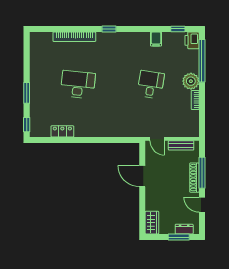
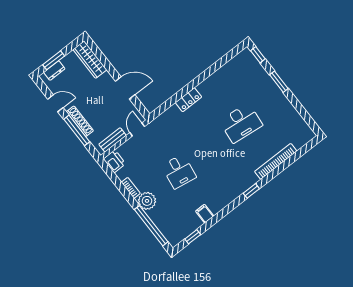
printer: (192, 40) -> (114, 161), moved
locker: (62, 131) -> (188, 100), moved
door: (157, 139) -> (137, 130), hinge flipped
wardrobe: (152, 223) -> (90, 60), width x1.50

